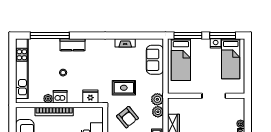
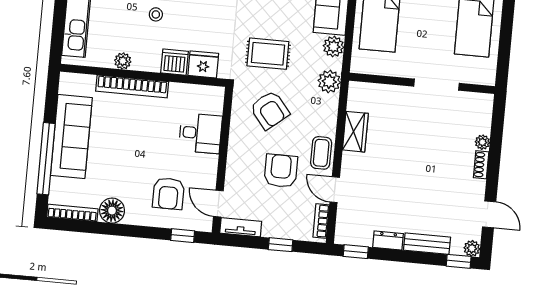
dishwasher: (60, 97) -> (175, 62), moved
plant: (158, 112) -> (333, 47), moved

